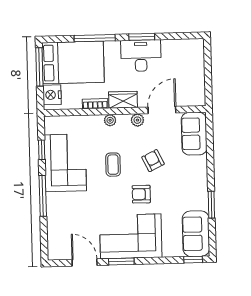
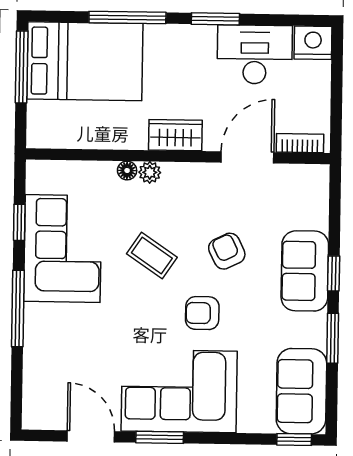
desk: (141, 56) -> (255, 54), moved
nightstand: (52, 95) -> (313, 43), moved, turned 90
bookcase: (95, 104) -> (300, 143), moved
floor lamp: (98, 120) -> (127, 170), added
plant: (137, 120) -> (201, 174), removed
sofa: (194, 134) -> (305, 271), moved
coffee table: (113, 165) -> (152, 255), turned -56
window: (210, 170) -> (334, 273), added

